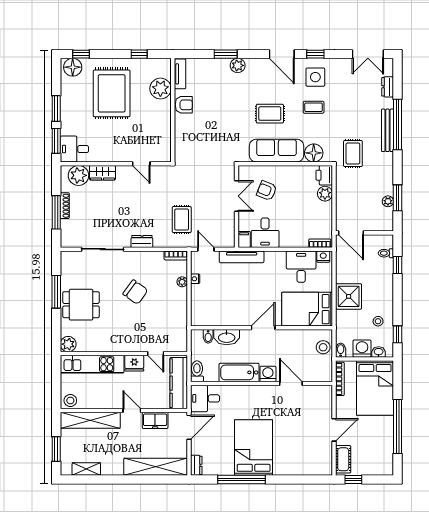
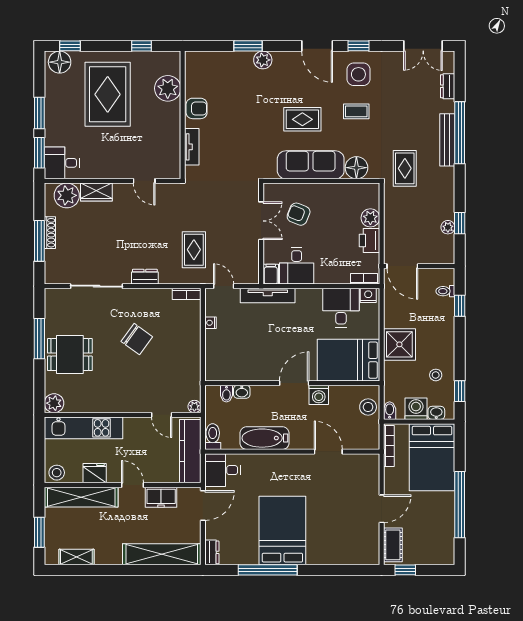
tv unit: (180, 74) -> (192, 147), moved
printer: (324, 175) -> (369, 241), moved
window: (398, 198) -> (460, 223), width x0.67
plant: (182, 282) -> (194, 407), moved
washbasin: (227, 337) -> (242, 392), width x0.52, depth x0.69
fridge: (134, 363) -> (95, 473), moved, turned 180
washing machine: (268, 374) -> (319, 395), moved, turned 180

